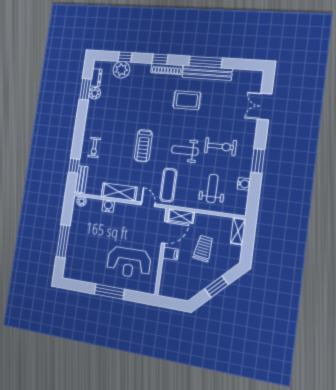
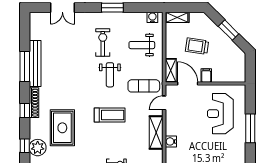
rug: (187, 100) -> (62, 128), moved, width x1.36, depth x1.43
water cooler: (244, 184) -> (152, 17), moved
reception desk: (129, 262) -> (220, 114), turned 180

